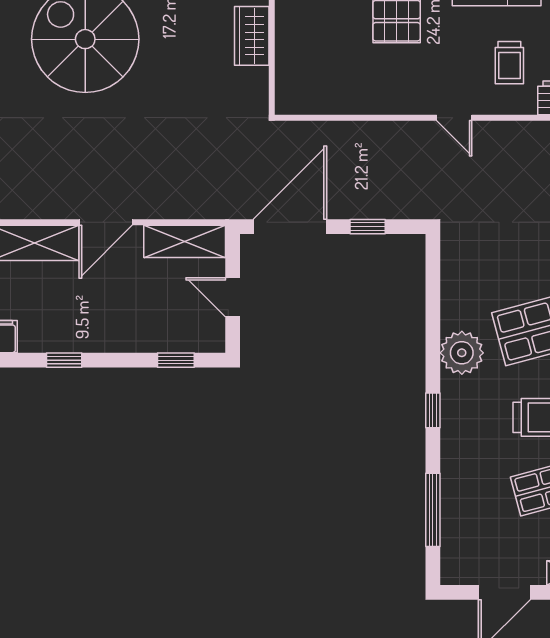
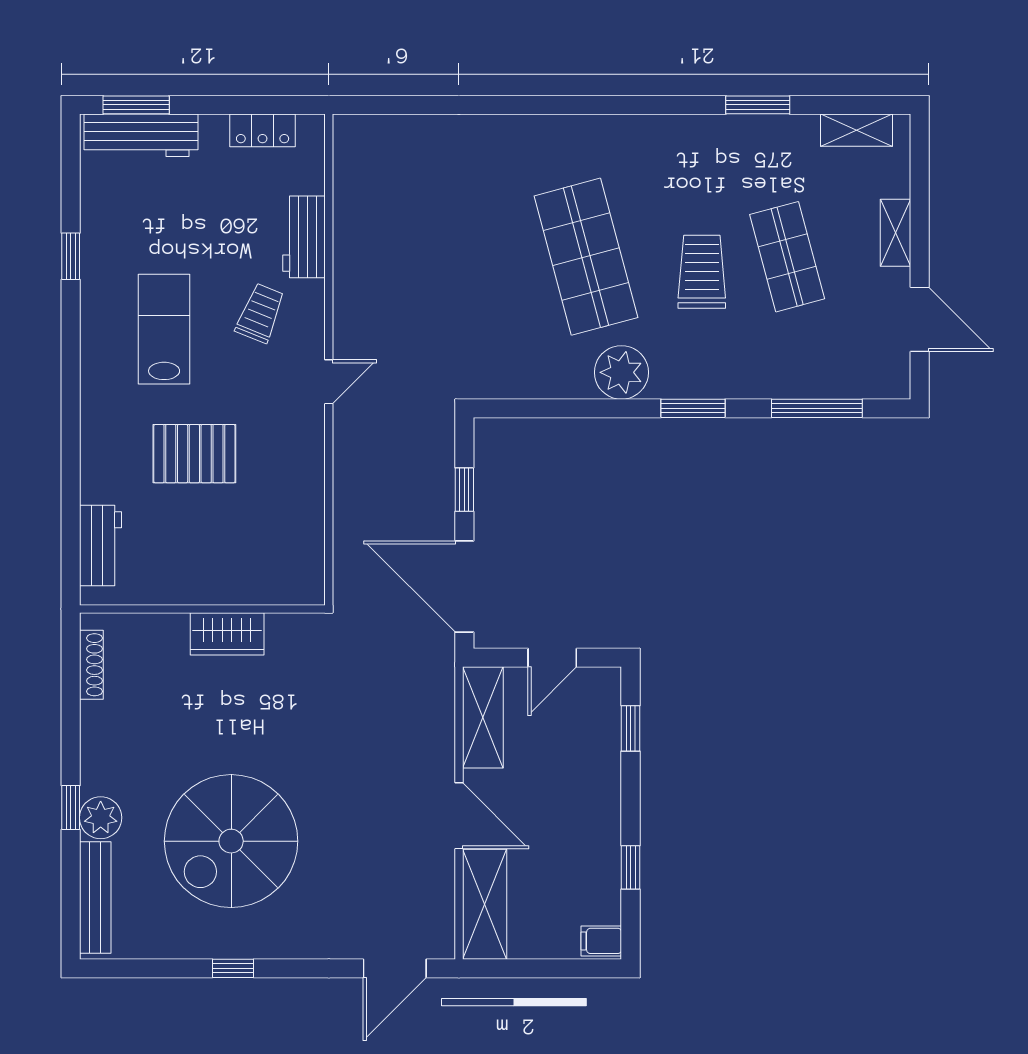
trolley: (509, 63) -> (260, 313), turned -68
window: (433, 410) -> (693, 408), width x1.50

